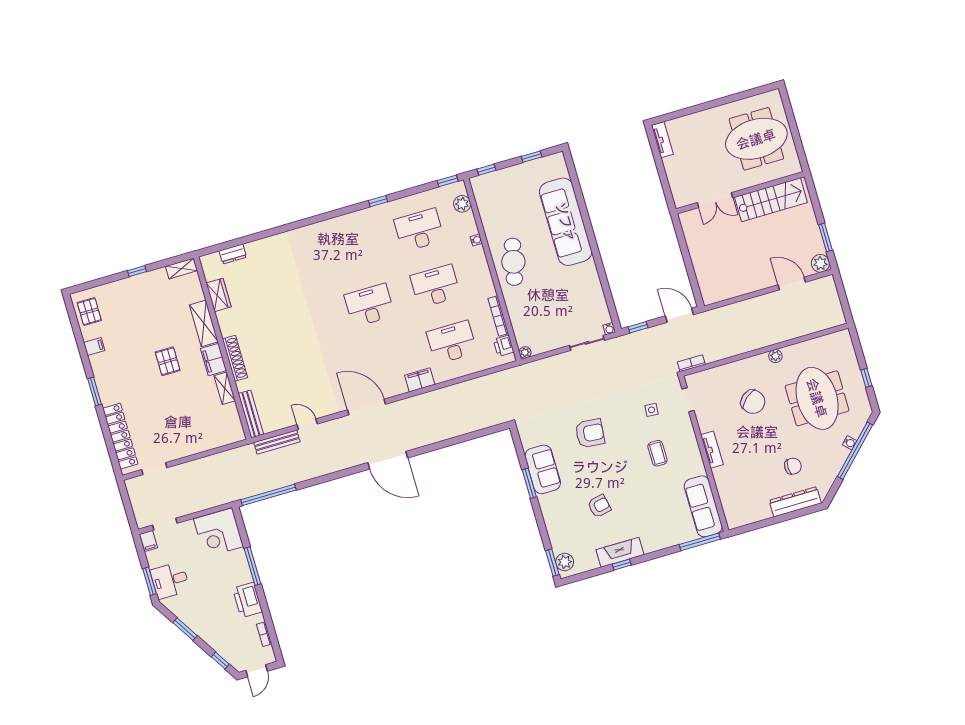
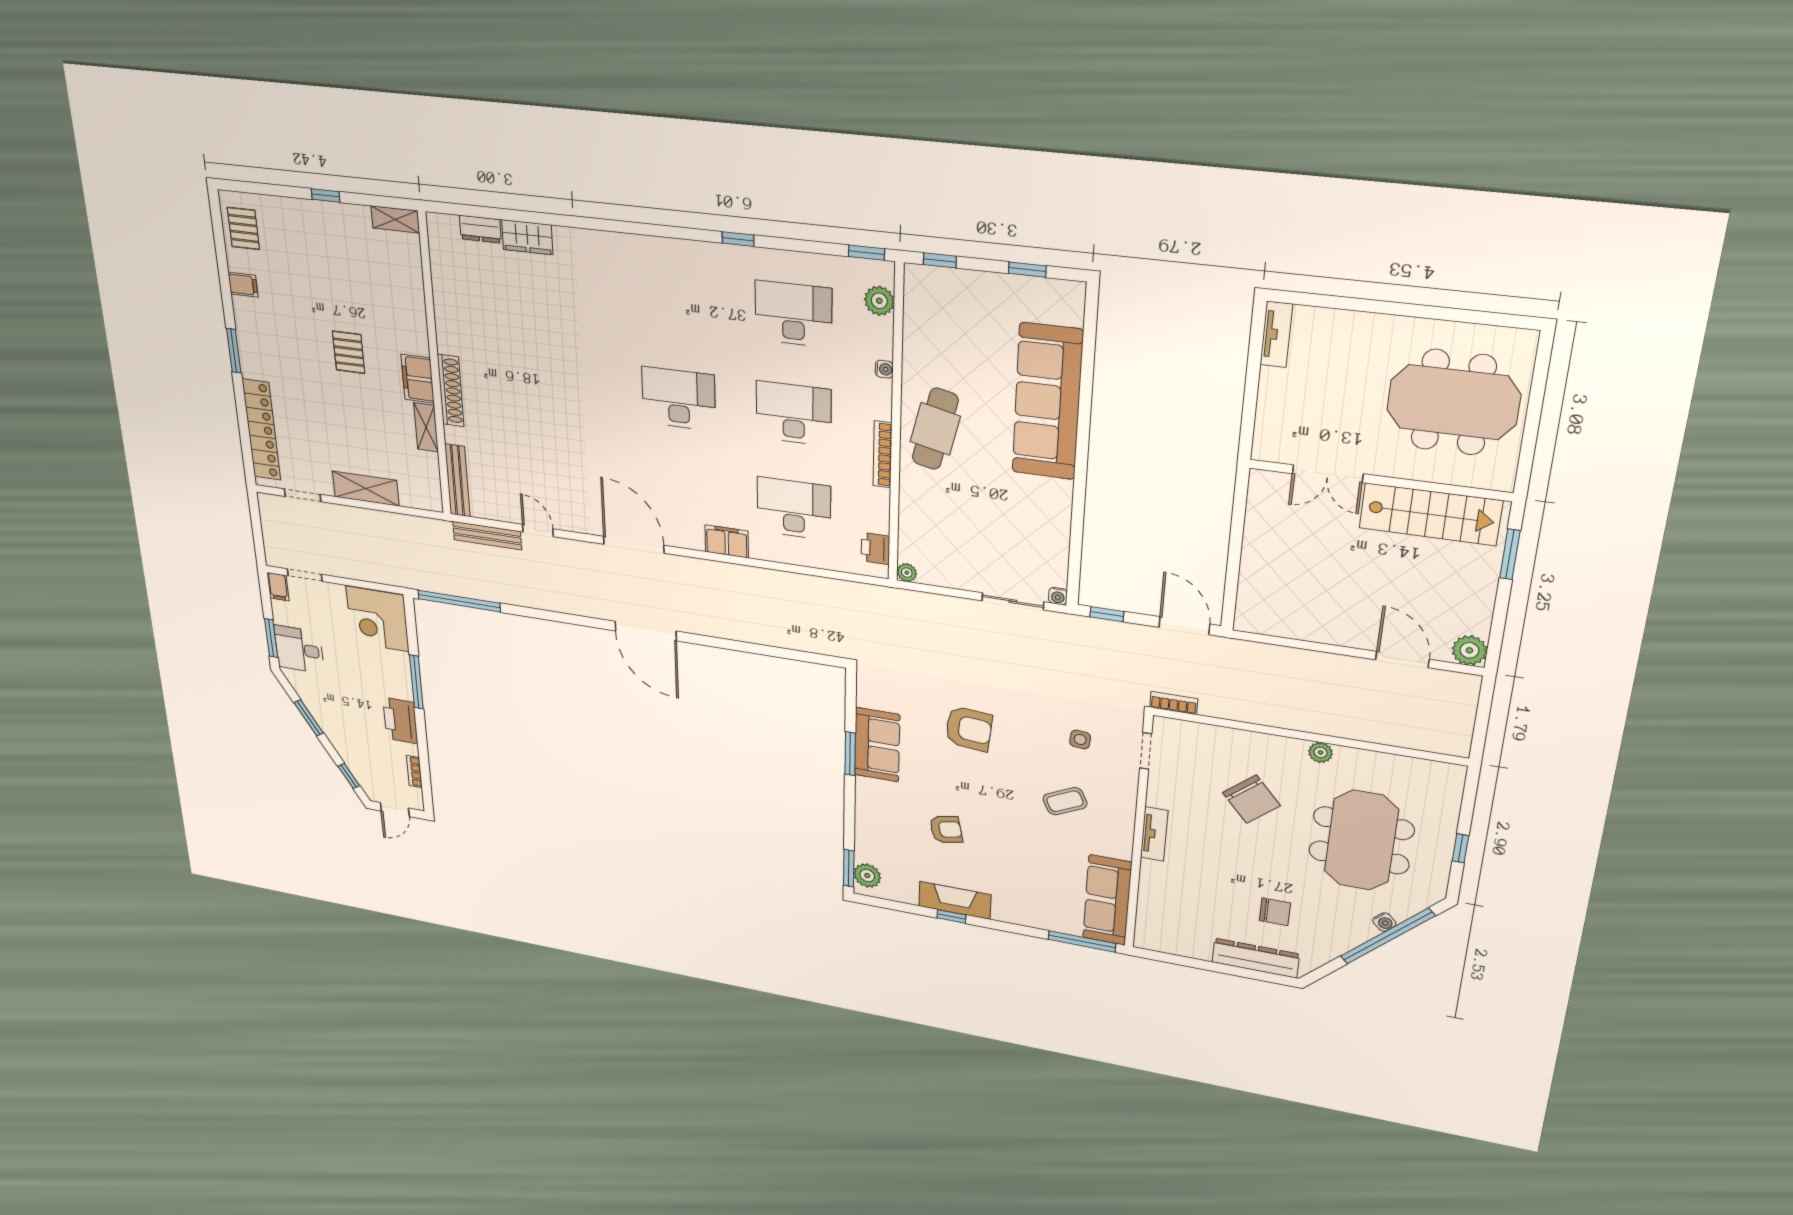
window: (825, 237) -> (1510, 554), moved
wardrobe: (219, 295) -> (527, 237), moved, turned 90
bookcase: (498, 316) -> (883, 454), moved
shelving: (204, 323) -> (366, 489), moved, turned 90
coffee table: (657, 453) -> (1065, 801), turned 64

